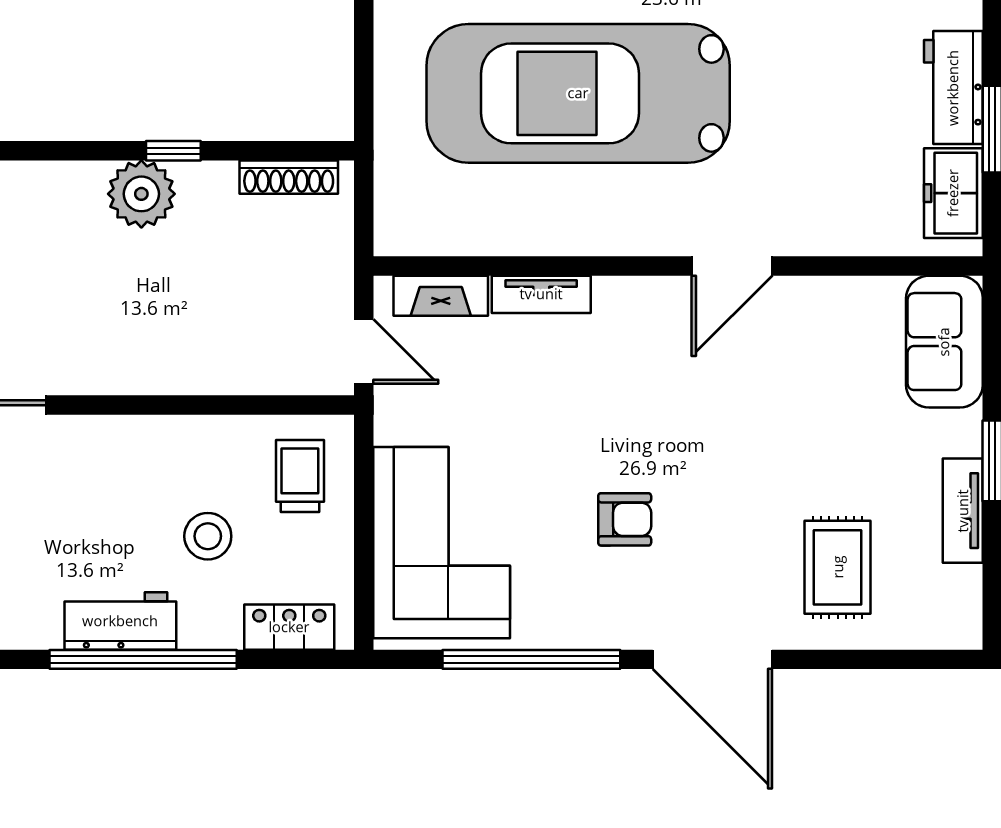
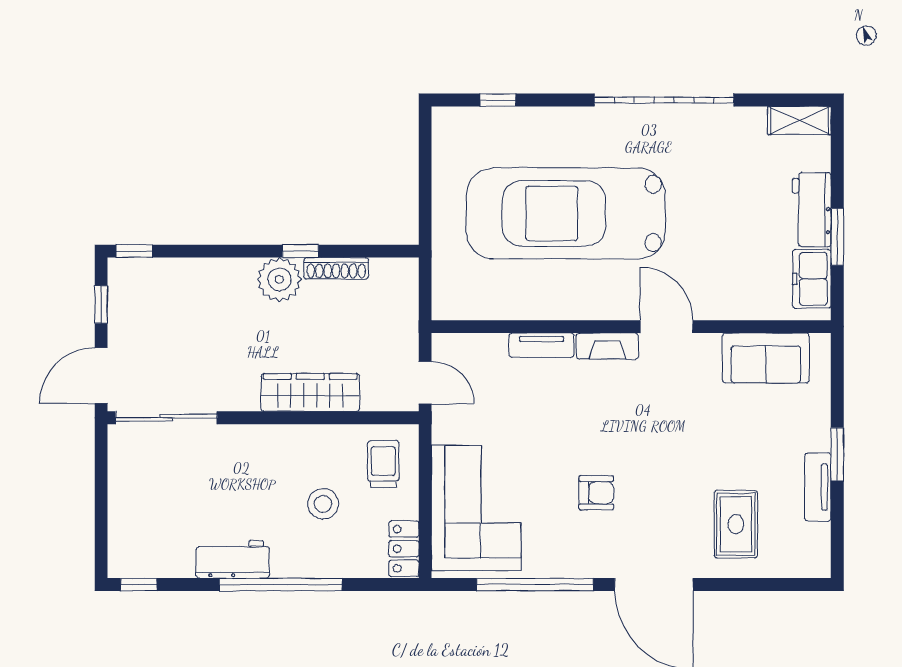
shoe rack: (289, 177) -> (336, 268), moved
door: (732, 266) -> (667, 327), swing flipped
fireplace: (441, 296) -> (607, 346), moved
sofa: (944, 342) -> (766, 358), moved, turned -90
wardrobe: (189, 366) -> (310, 392), added
workbench: (120, 621) -> (233, 559), moved
locker: (289, 627) -> (404, 549), moved, turned -90

